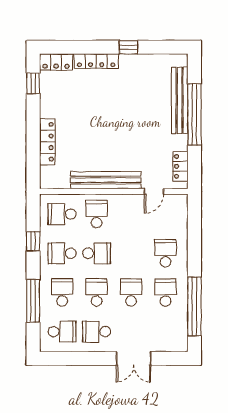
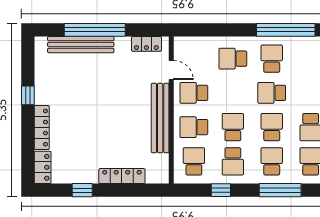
window: (33, 83) -> (82, 190), moved
school desk: (62, 214) -> (194, 161), turned 180
school desk: (131, 214) -> (194, 93), added
school desk: (62, 292) -> (272, 161), turned 90
school desk: (97, 292) -> (272, 127), turned 90
school desk: (165, 292) -> (272, 59), turned 90

